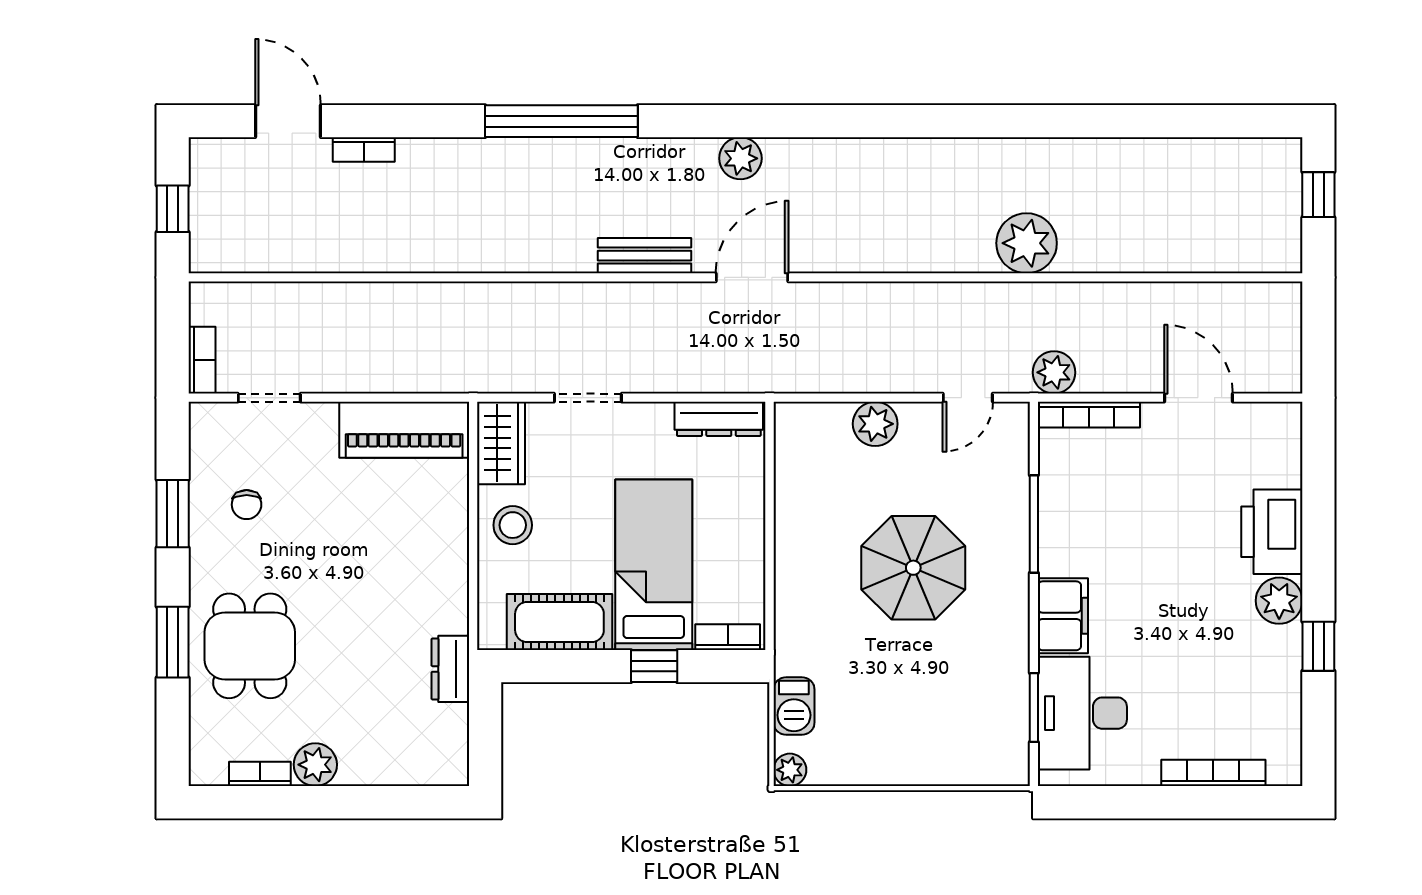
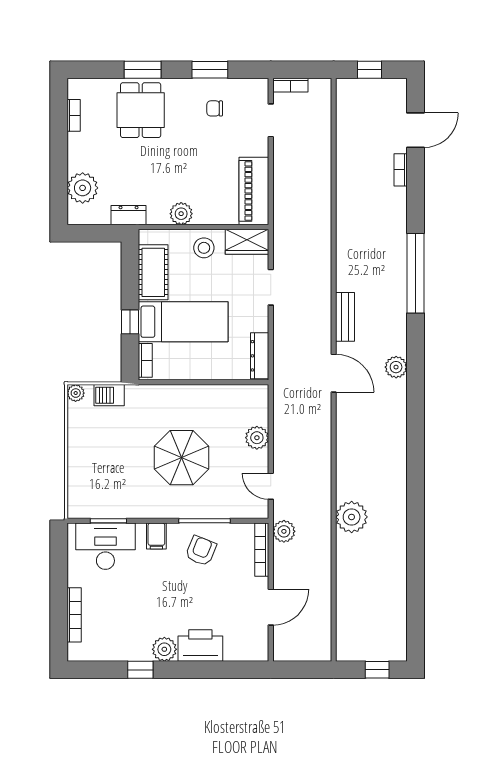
armchair: (1091, 531) -> (201, 551), added
plant: (447, 569) -> (181, 214), added
filing cabinet: (1063, 616) -> (156, 536), width x0.50
dining table: (250, 646) -> (141, 110), turned 90
plant: (315, 765) -> (83, 188), moved, width x1.36, depth x1.36

